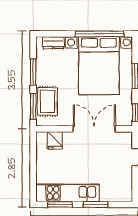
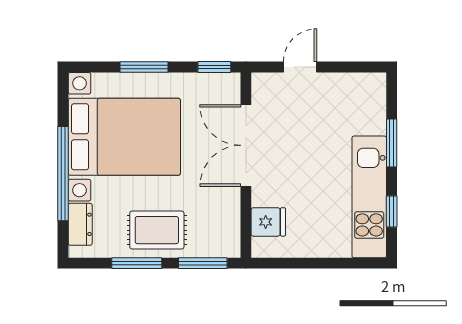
window: (99, 34) -> (63, 174), moved
rug: (47, 101) -> (157, 230), moved
window: (60, 204) -> (392, 212), width x0.67

